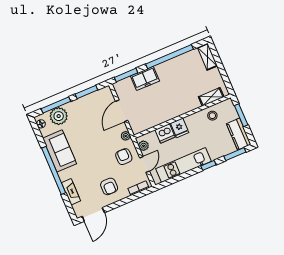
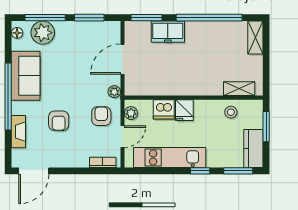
armchair: (109, 186) -> (59, 121), moved

